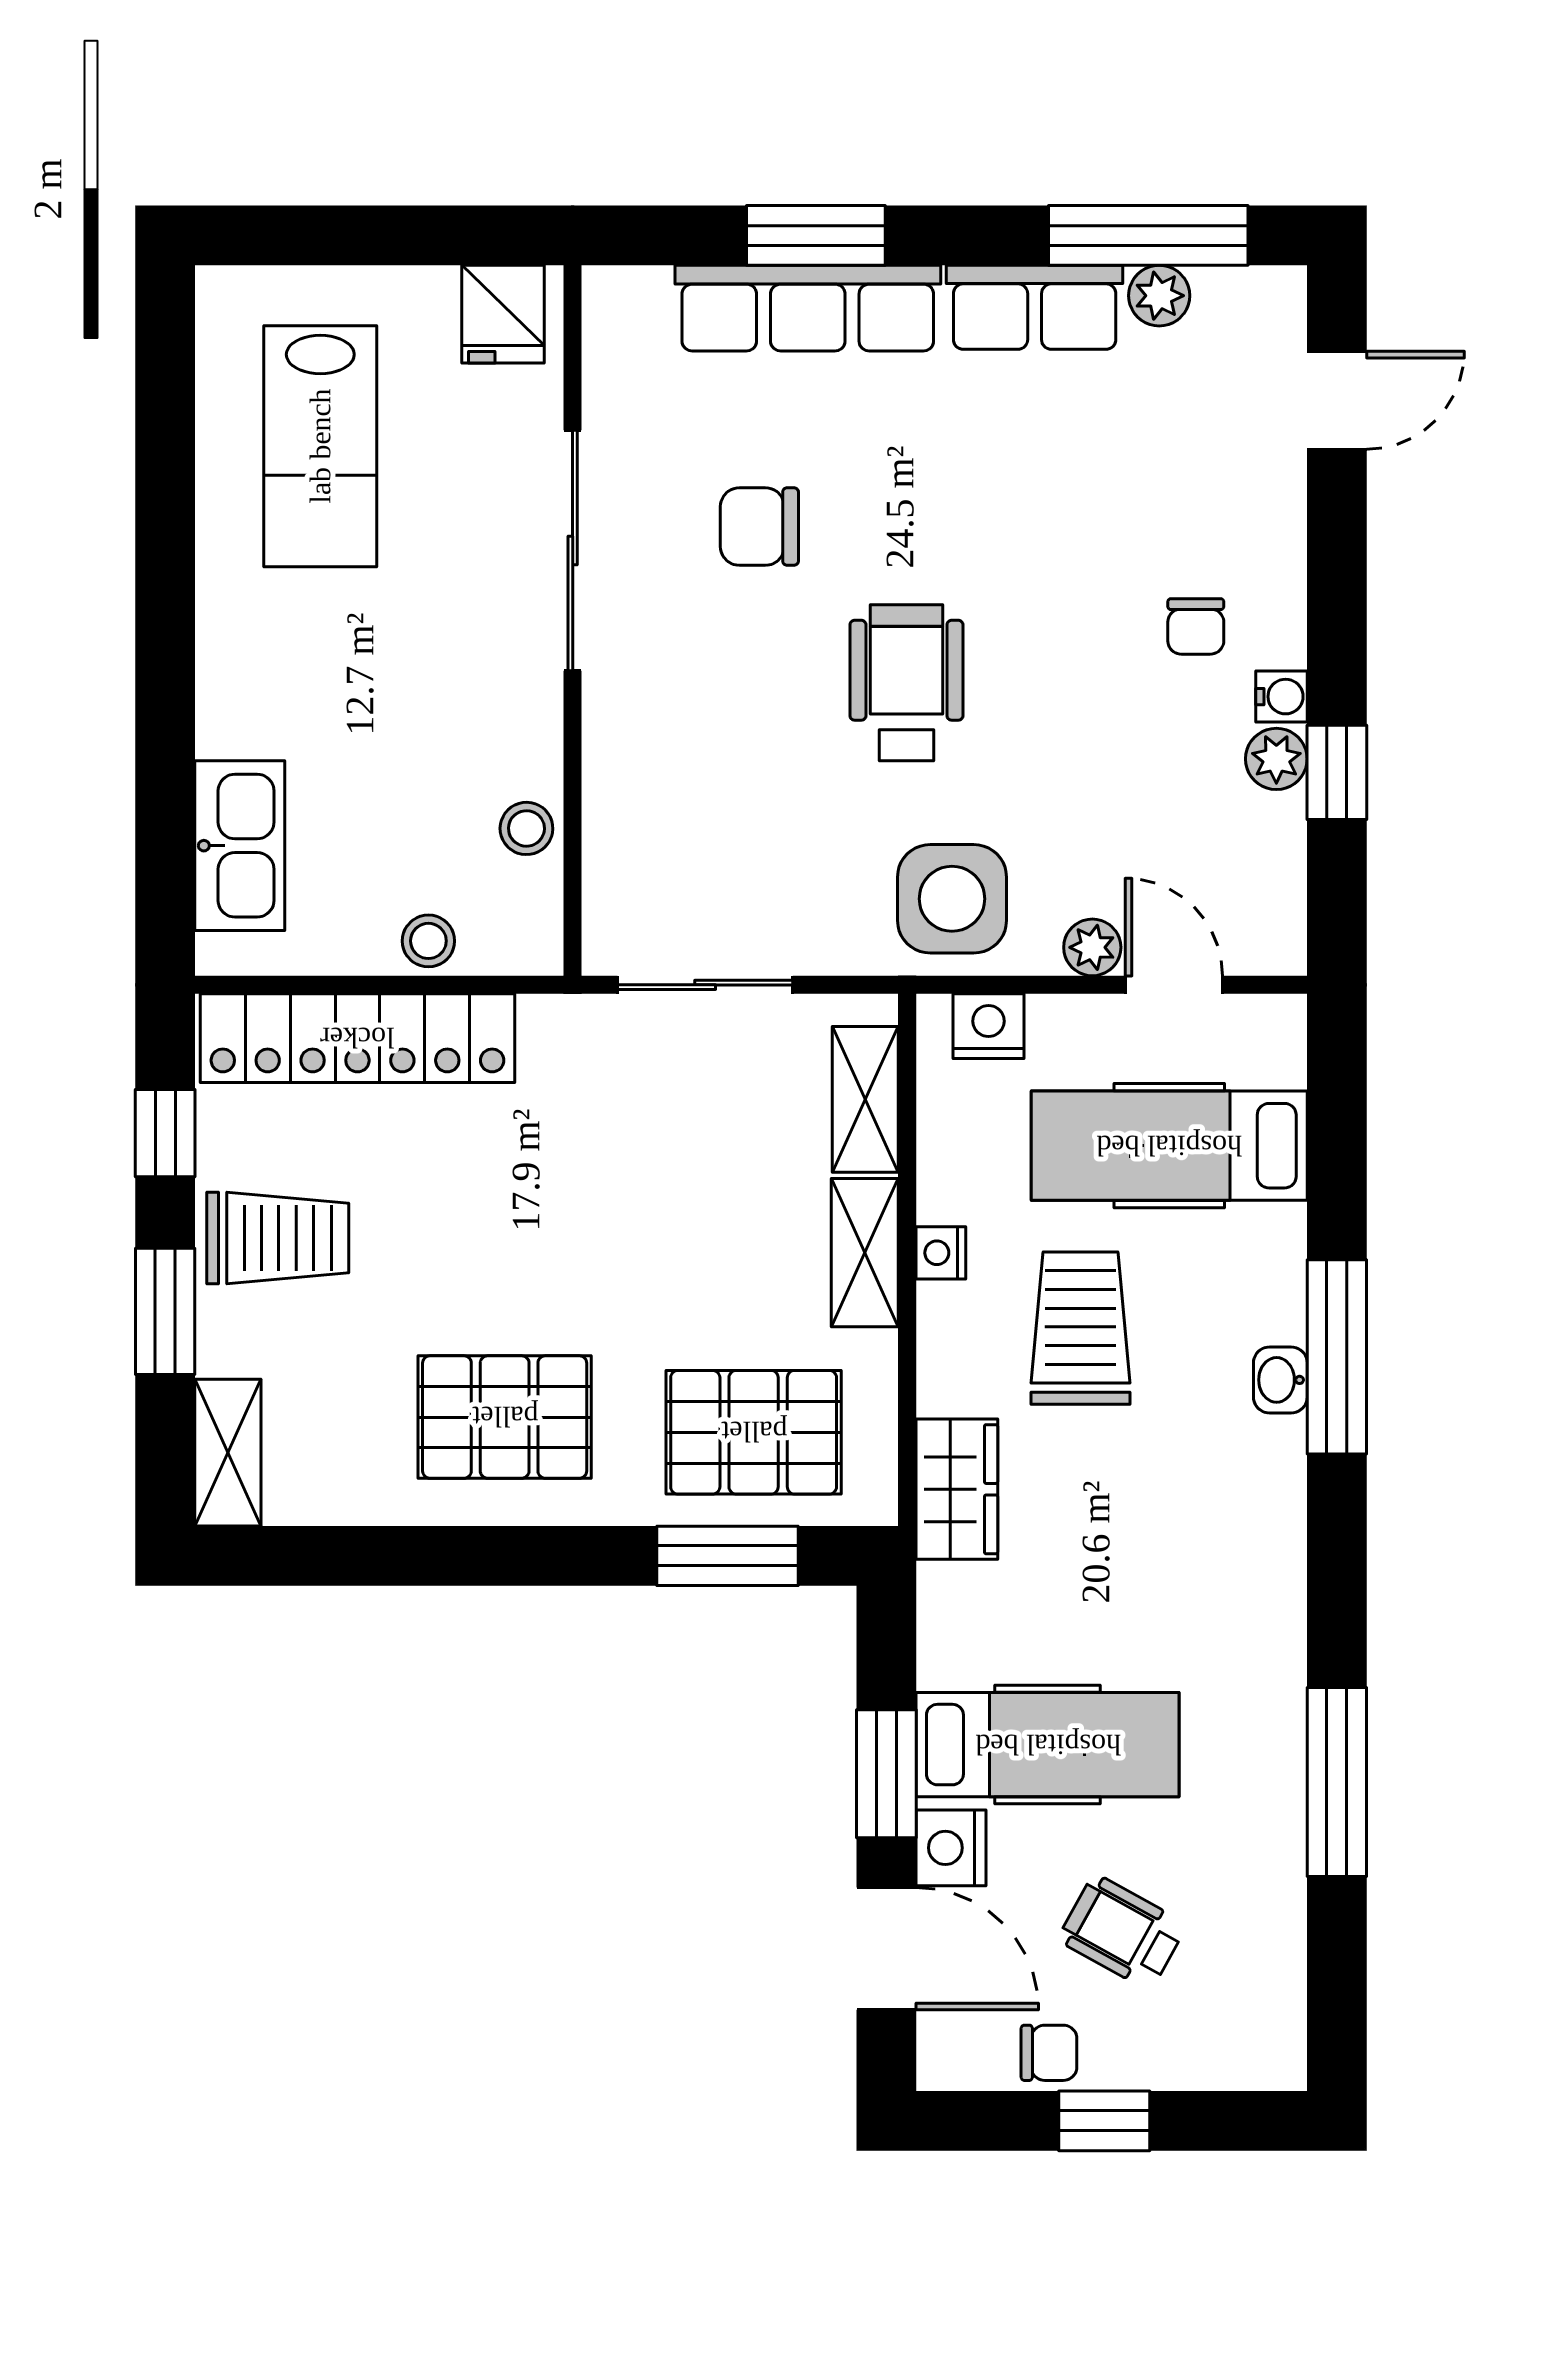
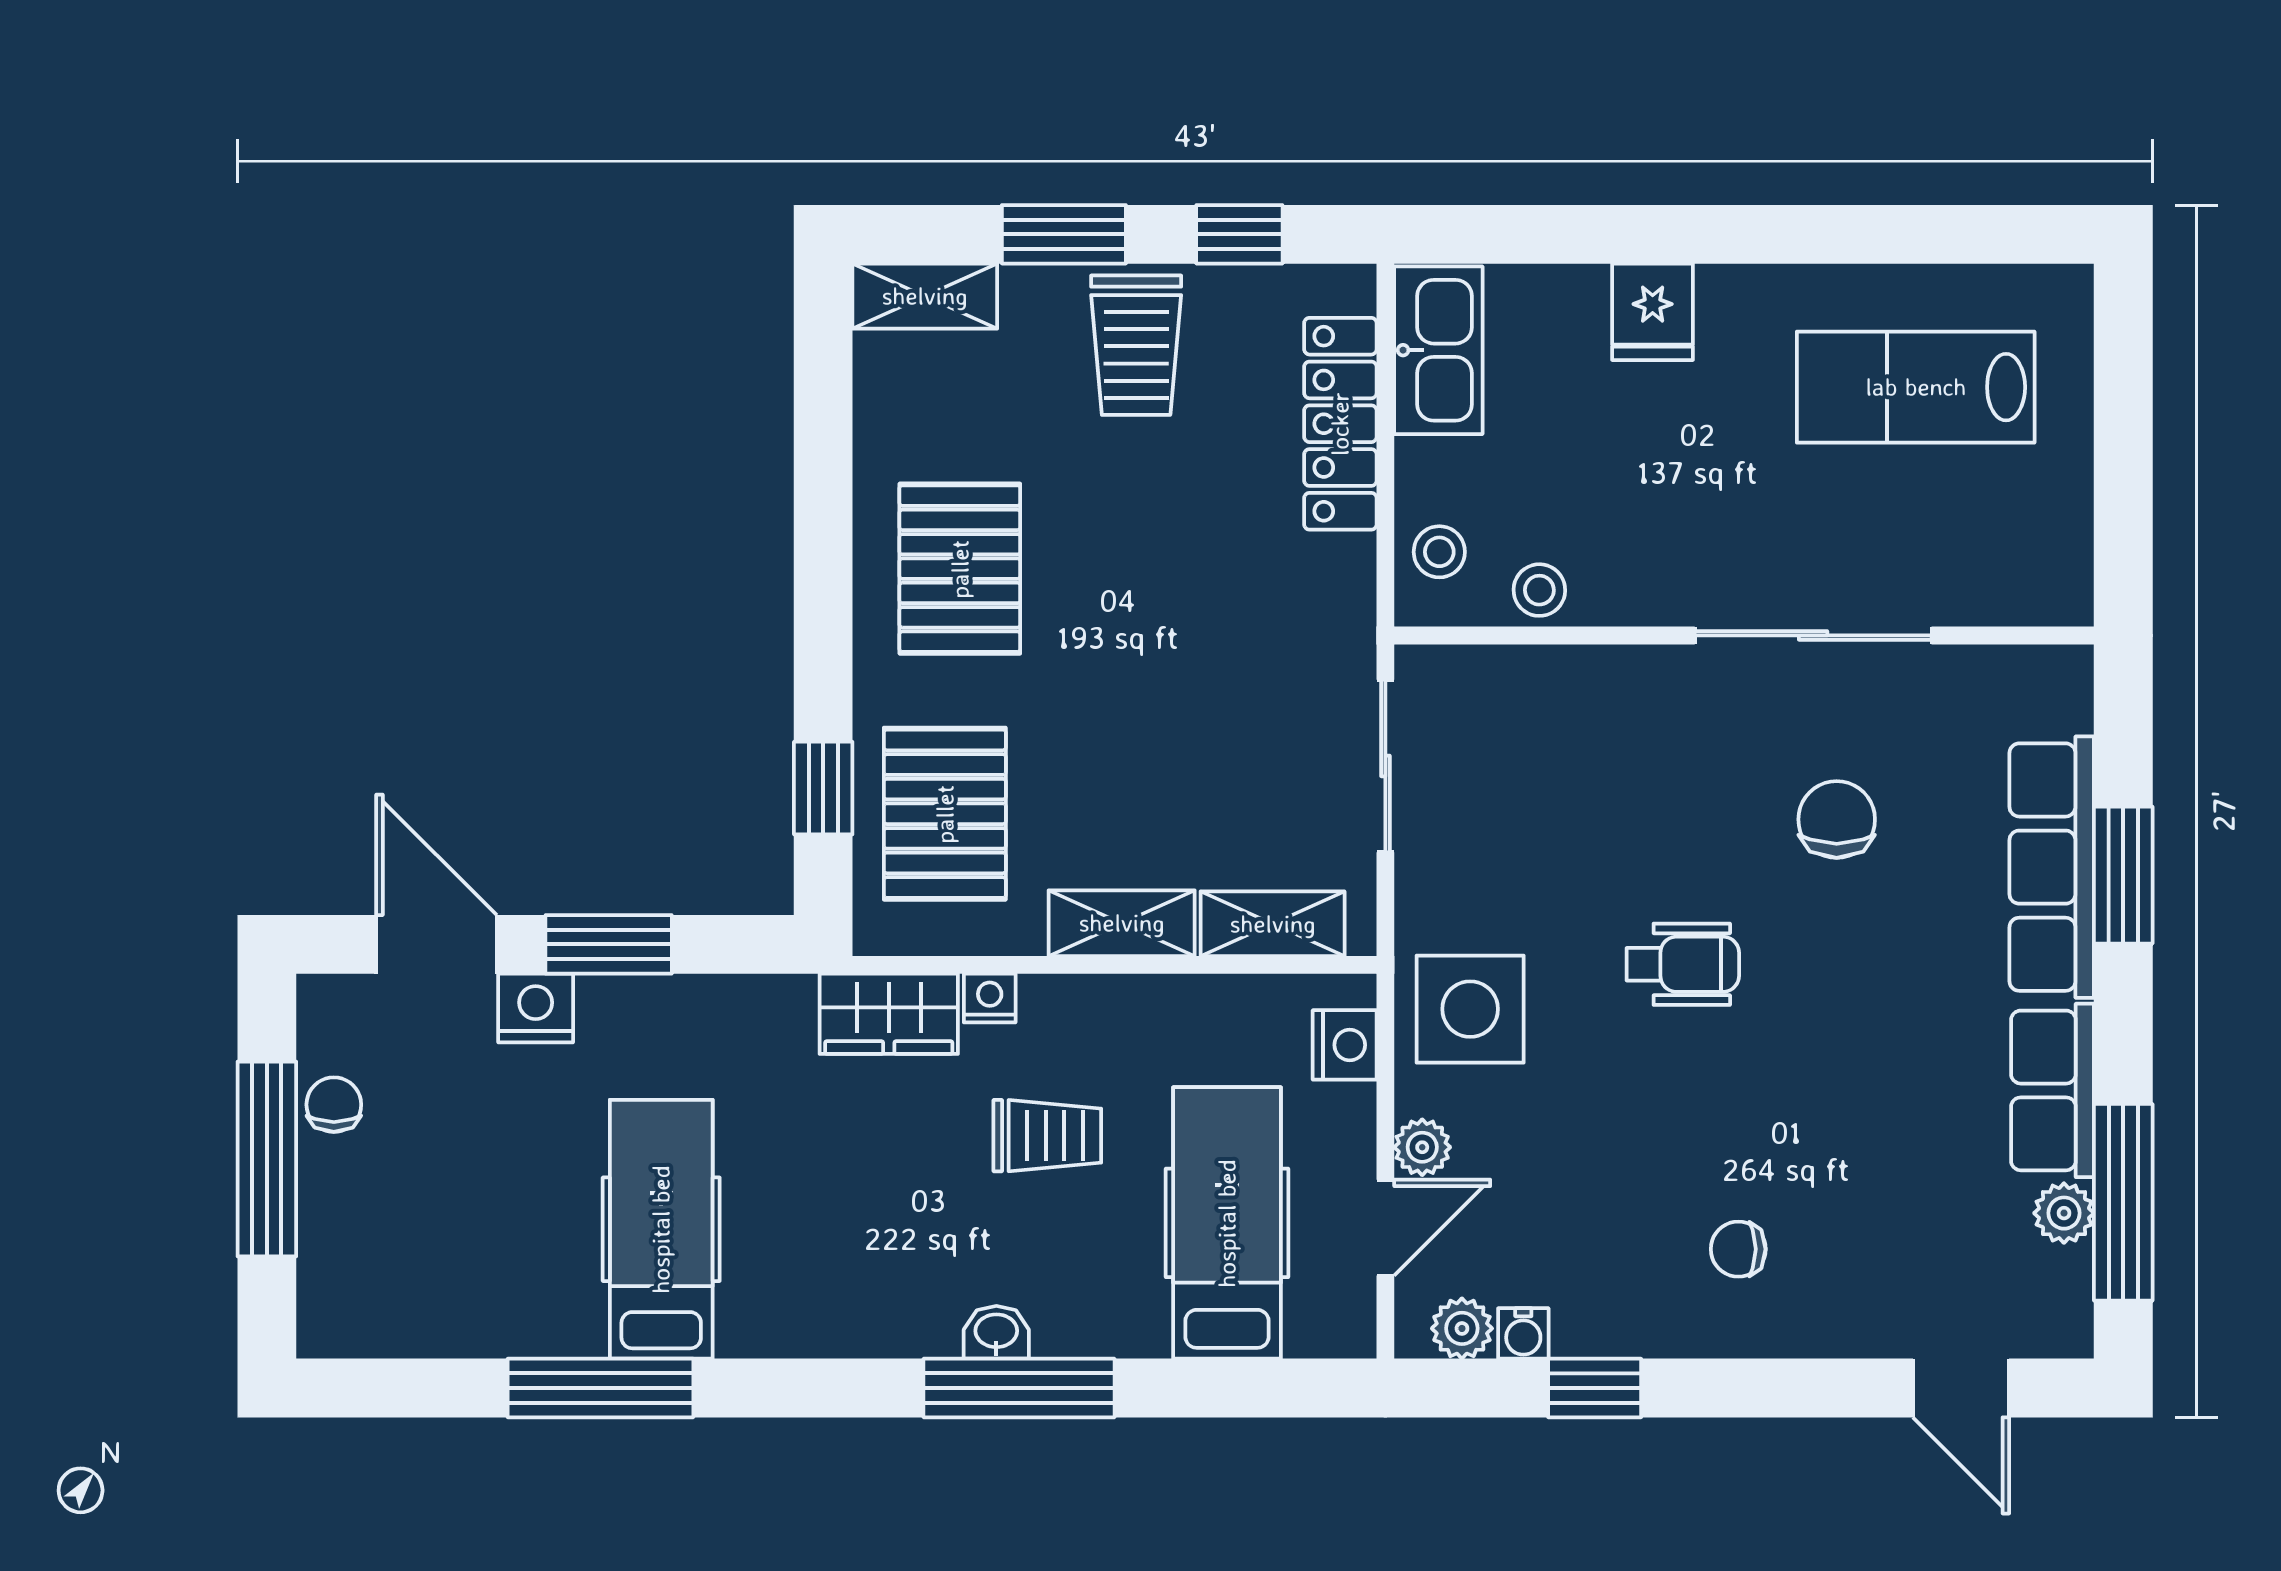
fridge: (503, 314) -> (1653, 312), moved, turned -90
wheelchair: (906, 683) -> (1683, 964), width x0.73, depth x0.73
water cooler: (1281, 697) -> (1523, 1333), moved
plant: (1276, 759) -> (1462, 1328), moved
kitchen sink: (240, 846) -> (1438, 350), moved, turned -90
stool: (428, 941) -> (1439, 552), moved
locker: (357, 1038) -> (1340, 424), width x0.71, depth x0.83
nightstand: (941, 1253) -> (990, 998), moved
trolley: (1080, 1328) -> (1047, 1136), width x0.73, depth x0.72
window: (728, 1556) -> (823, 788), width x0.67
hospital bed: (1048, 1745) -> (661, 1229), moved, turned 180
wheelchair: (1122, 1932) -> (453, 1177), removed
door: (886, 1949) -> (437, 944), swing flipped
chair: (1049, 2053) -> (334, 1105), turned 180
window: (1104, 2121) -> (267, 1159), width x2.17

